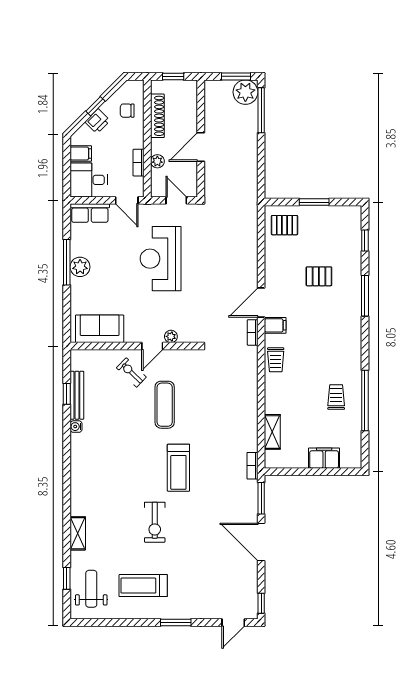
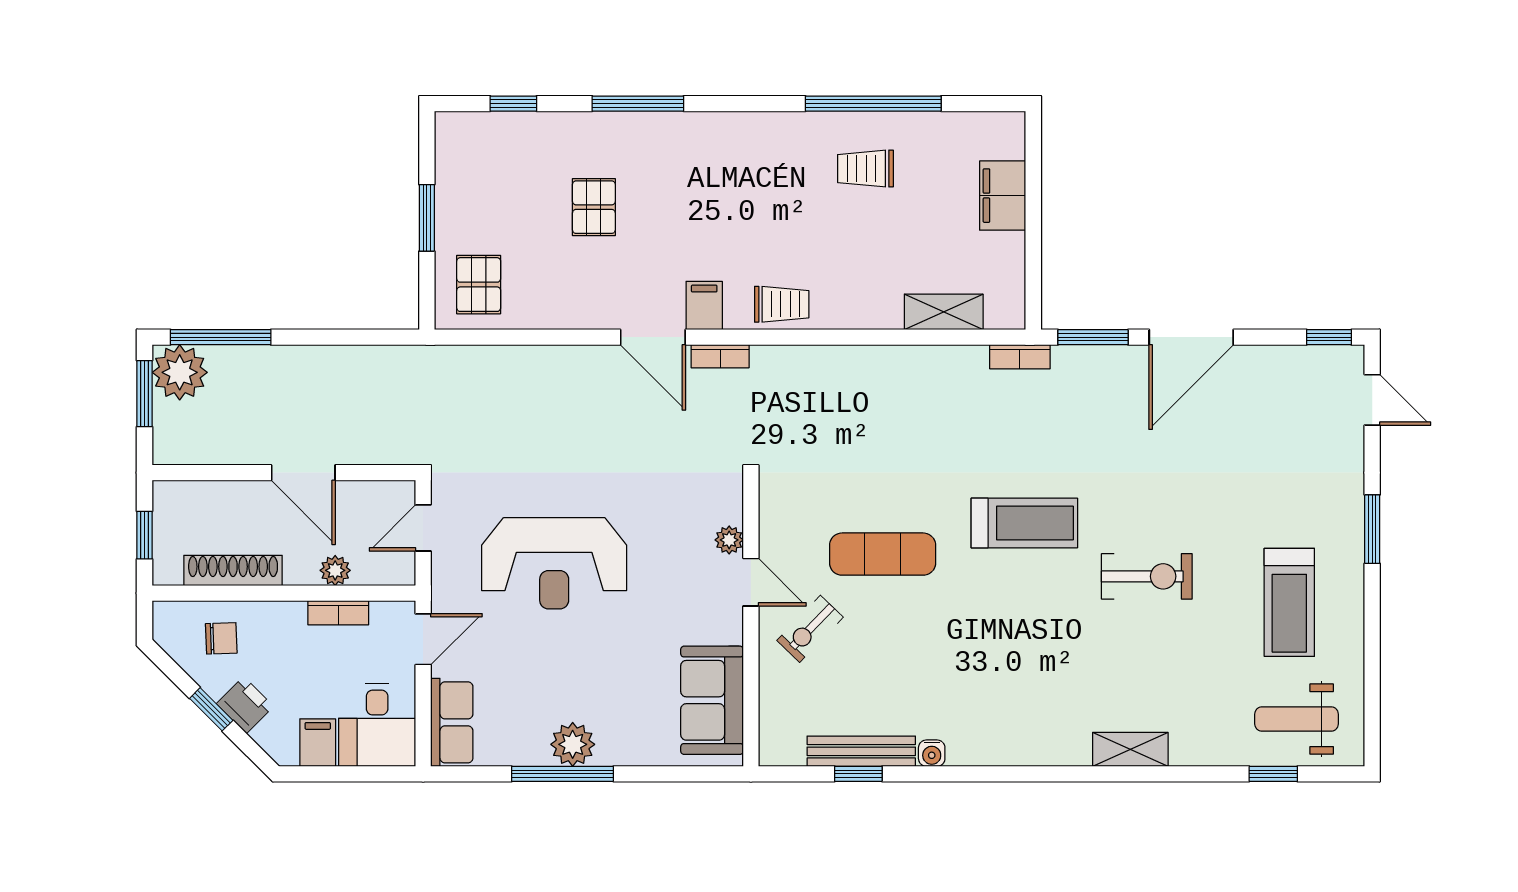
chair: (127, 111) -> (221, 638), turned -92
shelving: (78, 533) -> (1130, 749), moved

